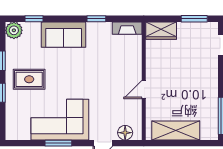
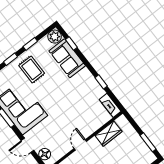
wardrobe: (161, 31) -> (109, 134), moved, turned -90
sofa: (64, 35) -> (67, 58), moved
door: (144, 89) -> (80, 145), hinge flipped

